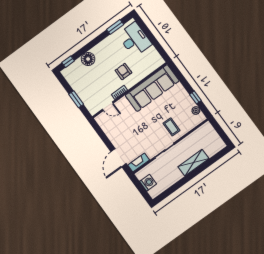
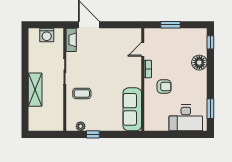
sofa: (152, 88) -> (132, 109), width x0.74, depth x0.79

